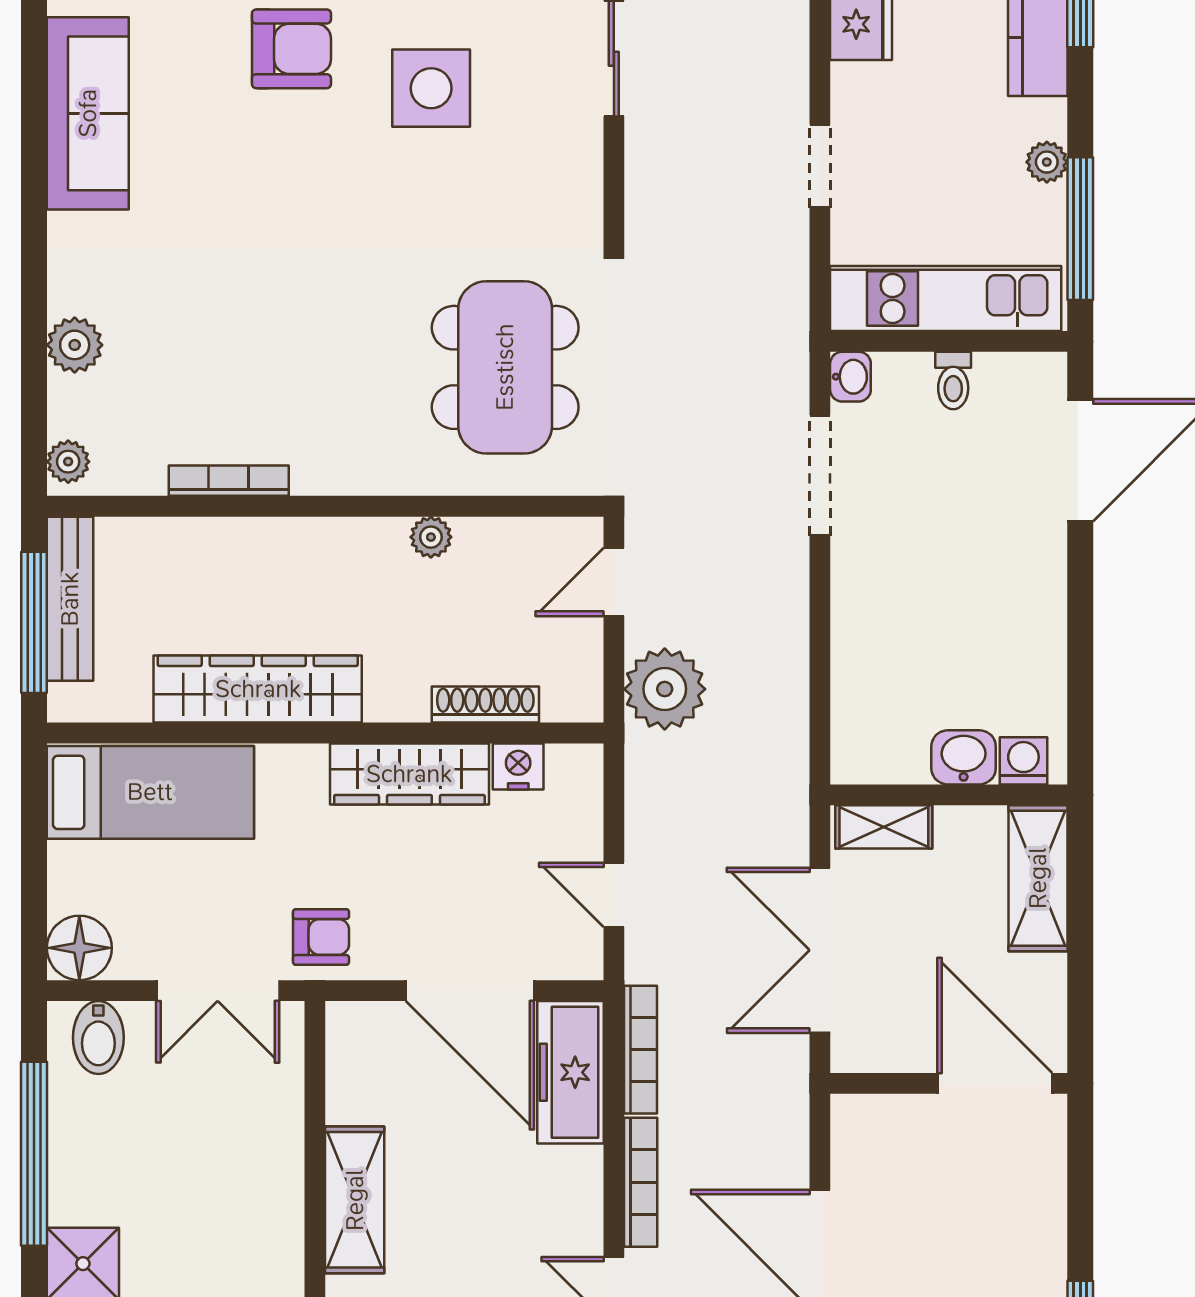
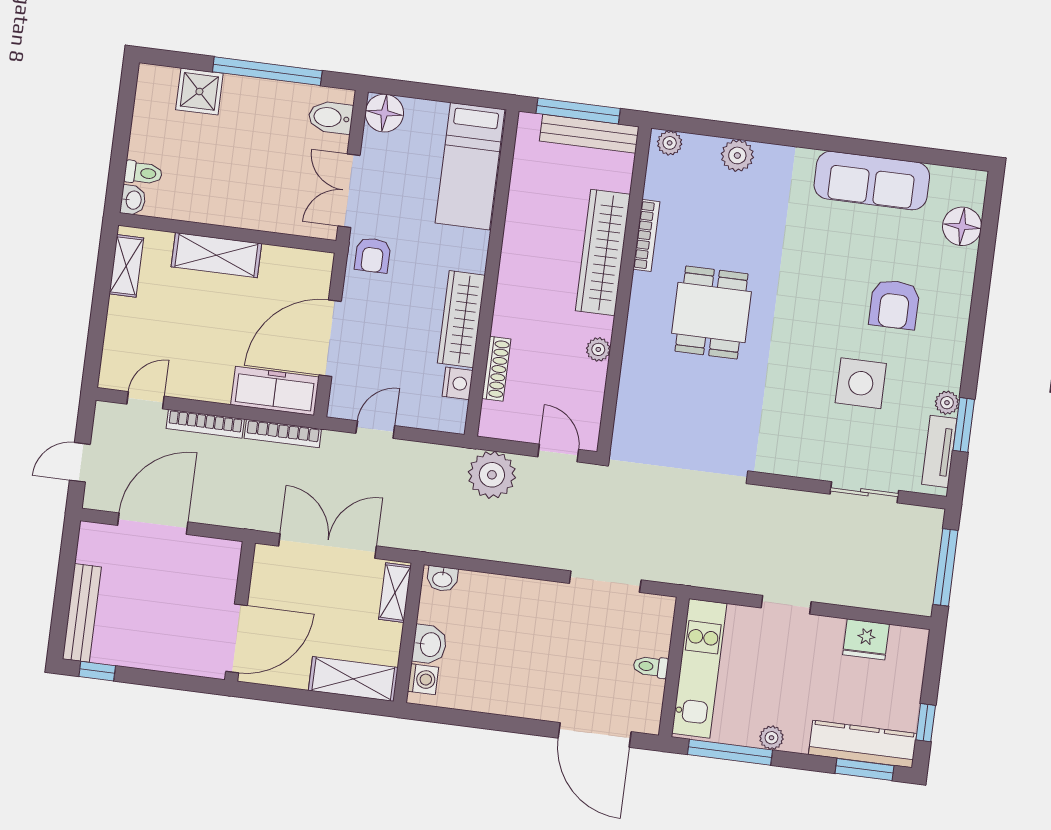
dining table: (505, 367) -> (712, 313), moved, width x0.73
washbasin: (850, 377) -> (442, 579), moved
wardrobe: (258, 689) -> (603, 252), moved, turned 180

